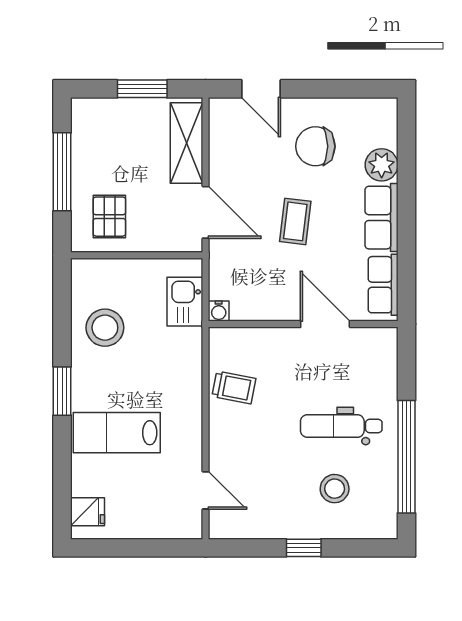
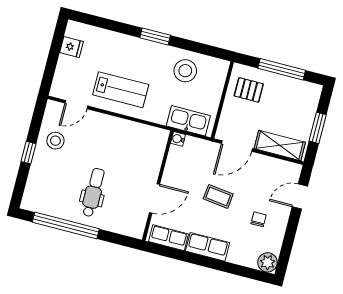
chair: (315, 146) -> (259, 219), width x0.54, depth x0.54
plant: (382, 165) -> (268, 262), moved
kitchen sink: (185, 302) -> (188, 121), width x1.38
trolley: (234, 387) -> (132, 136), removed
lab bench: (117, 433) -> (121, 90), moved, turned 90
stool: (335, 489) -> (55, 141), moved
fridge: (88, 512) -> (71, 47), moved, turned -90

